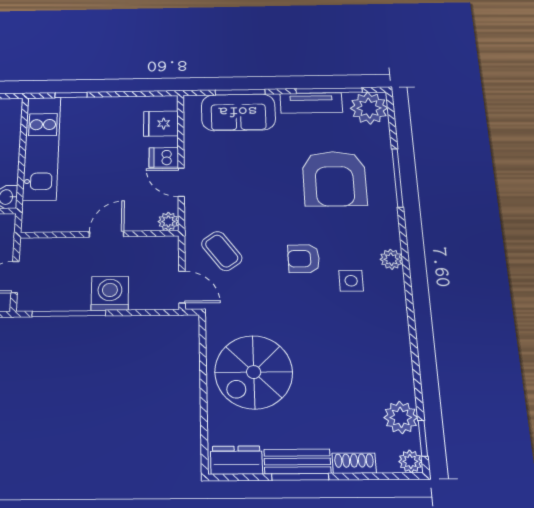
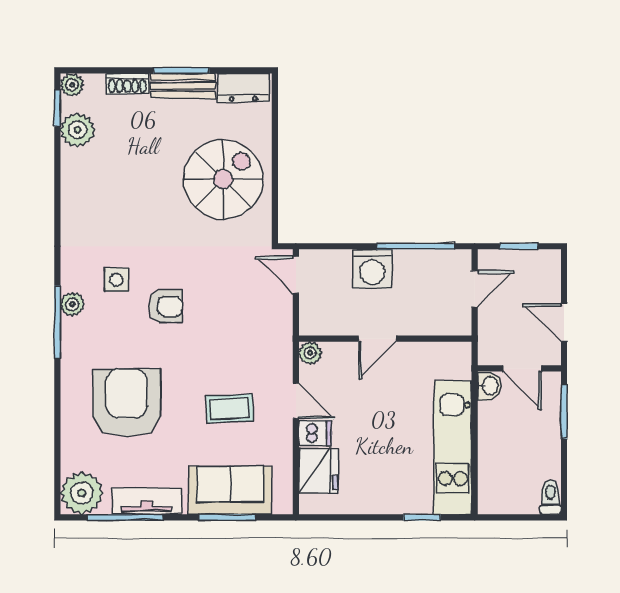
fridge: (161, 124) -> (318, 471), width x1.38
window: (397, 178) -> (57, 322), moved
coffee table: (222, 251) -> (230, 409), moved, turned -57

